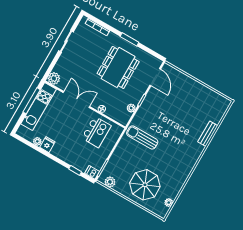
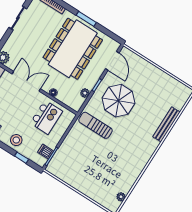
dining table: (118, 67) -> (73, 49), width x1.36, depth x1.24
bench: (208, 134) -> (166, 124), width x1.36
stool: (70, 154) -> (16, 140), added
dishwasher: (92, 172) -> (46, 152), moved
plant: (110, 182) -> (59, 172), removed
parasol: (145, 185) -> (118, 101), moved

